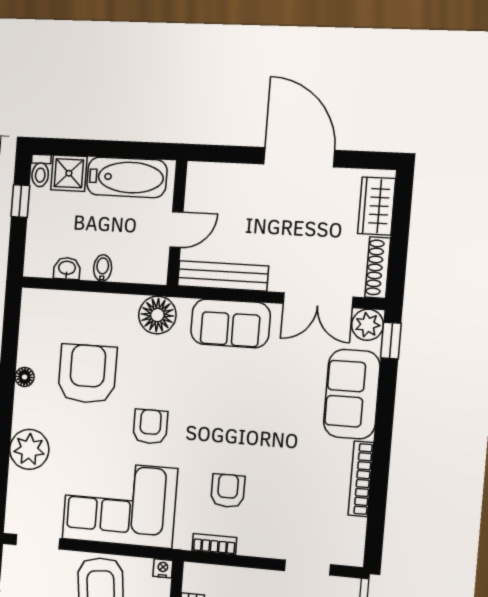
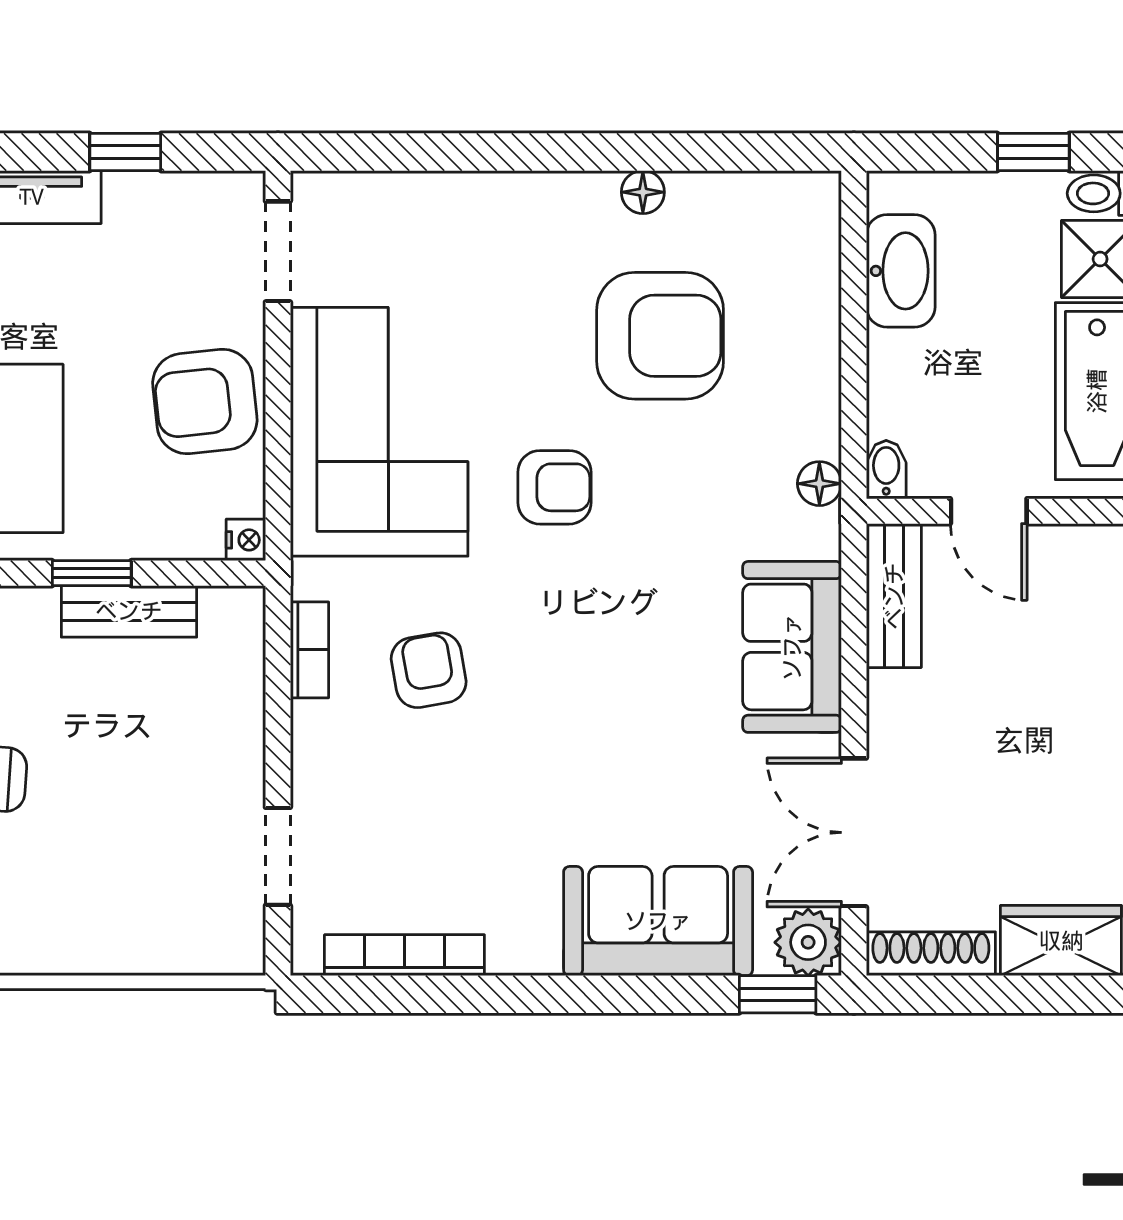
washbasin: (67, 268) -> (901, 271), width x1.91, depth x1.45
bidet: (103, 268) -> (886, 470), moved, turned -90
bench: (223, 276) -> (894, 596), width x0.73
floor lamp: (157, 315) -> (819, 484), width x0.53, depth x0.53
plant: (29, 449) -> (482, 216), removed
bookcase: (361, 479) -> (404, 955), moved
armchair: (228, 491) -> (429, 670), turned -100

